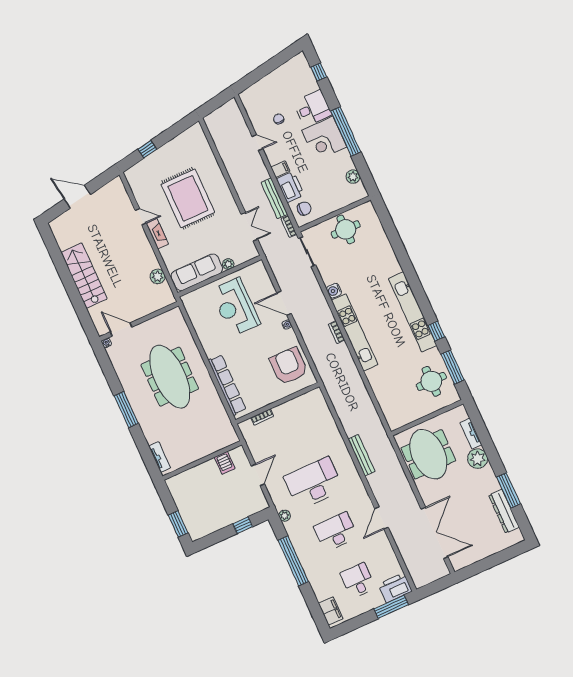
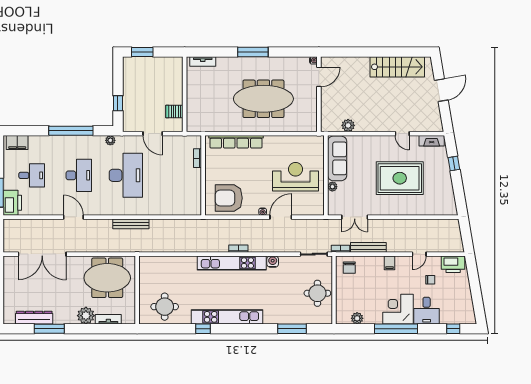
printer: (290, 187) -> (453, 264), moved
door: (141, 217) -> (402, 134), hinge flipped
fireplace: (157, 234) -> (432, 141), moved
stairs: (84, 276) -> (397, 67), moved
armchair: (289, 366) -> (229, 198), turned 180
window: (453, 367) -> (292, 329), moved

